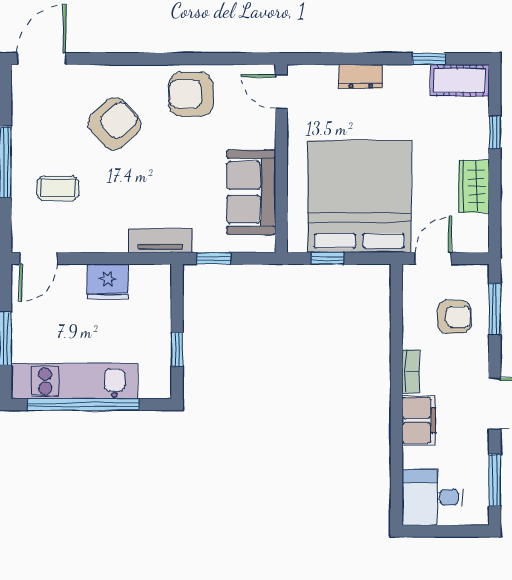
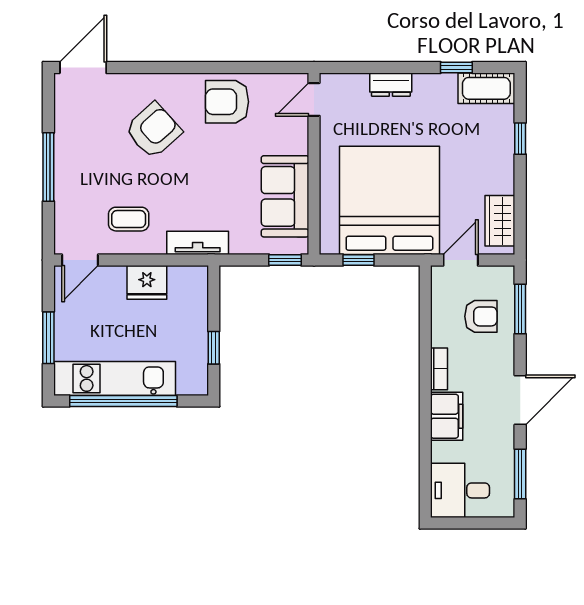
door: (281, 92) -> (314, 99), hinge flipped
wardrobe: (474, 186) -> (500, 221), moved
coffee table: (58, 188) -> (129, 219), moved
window: (214, 258) -> (285, 260), moved

